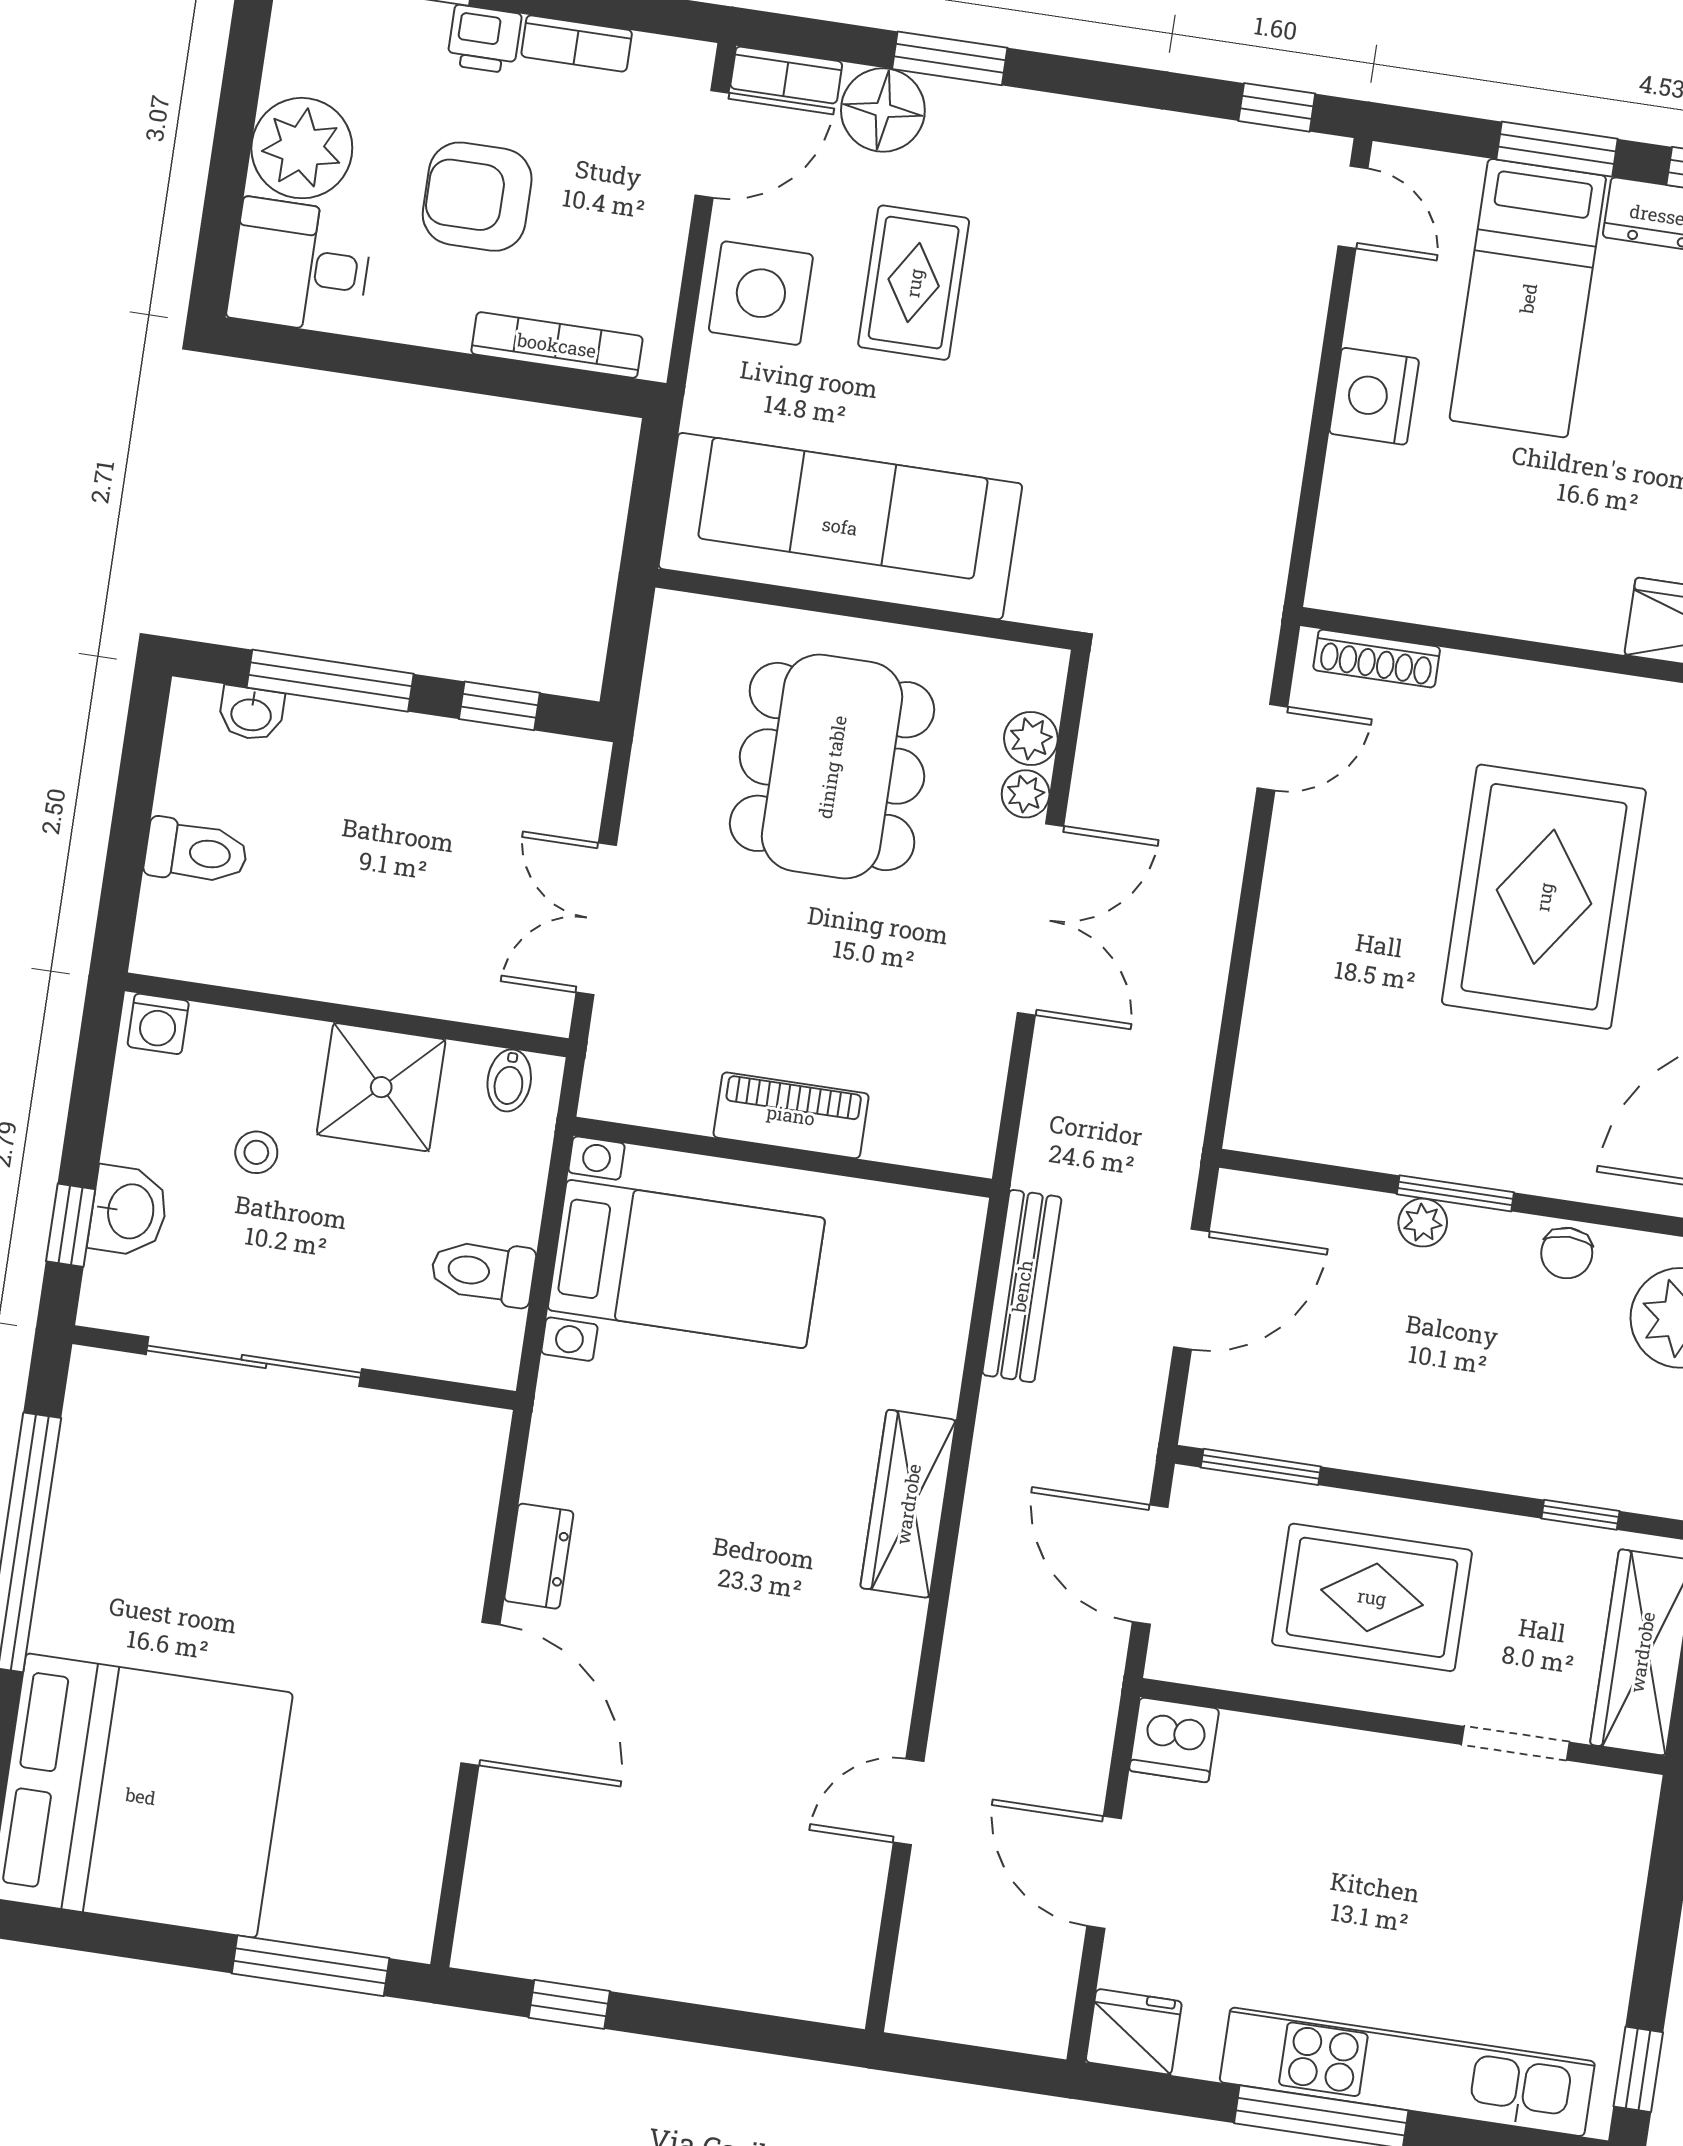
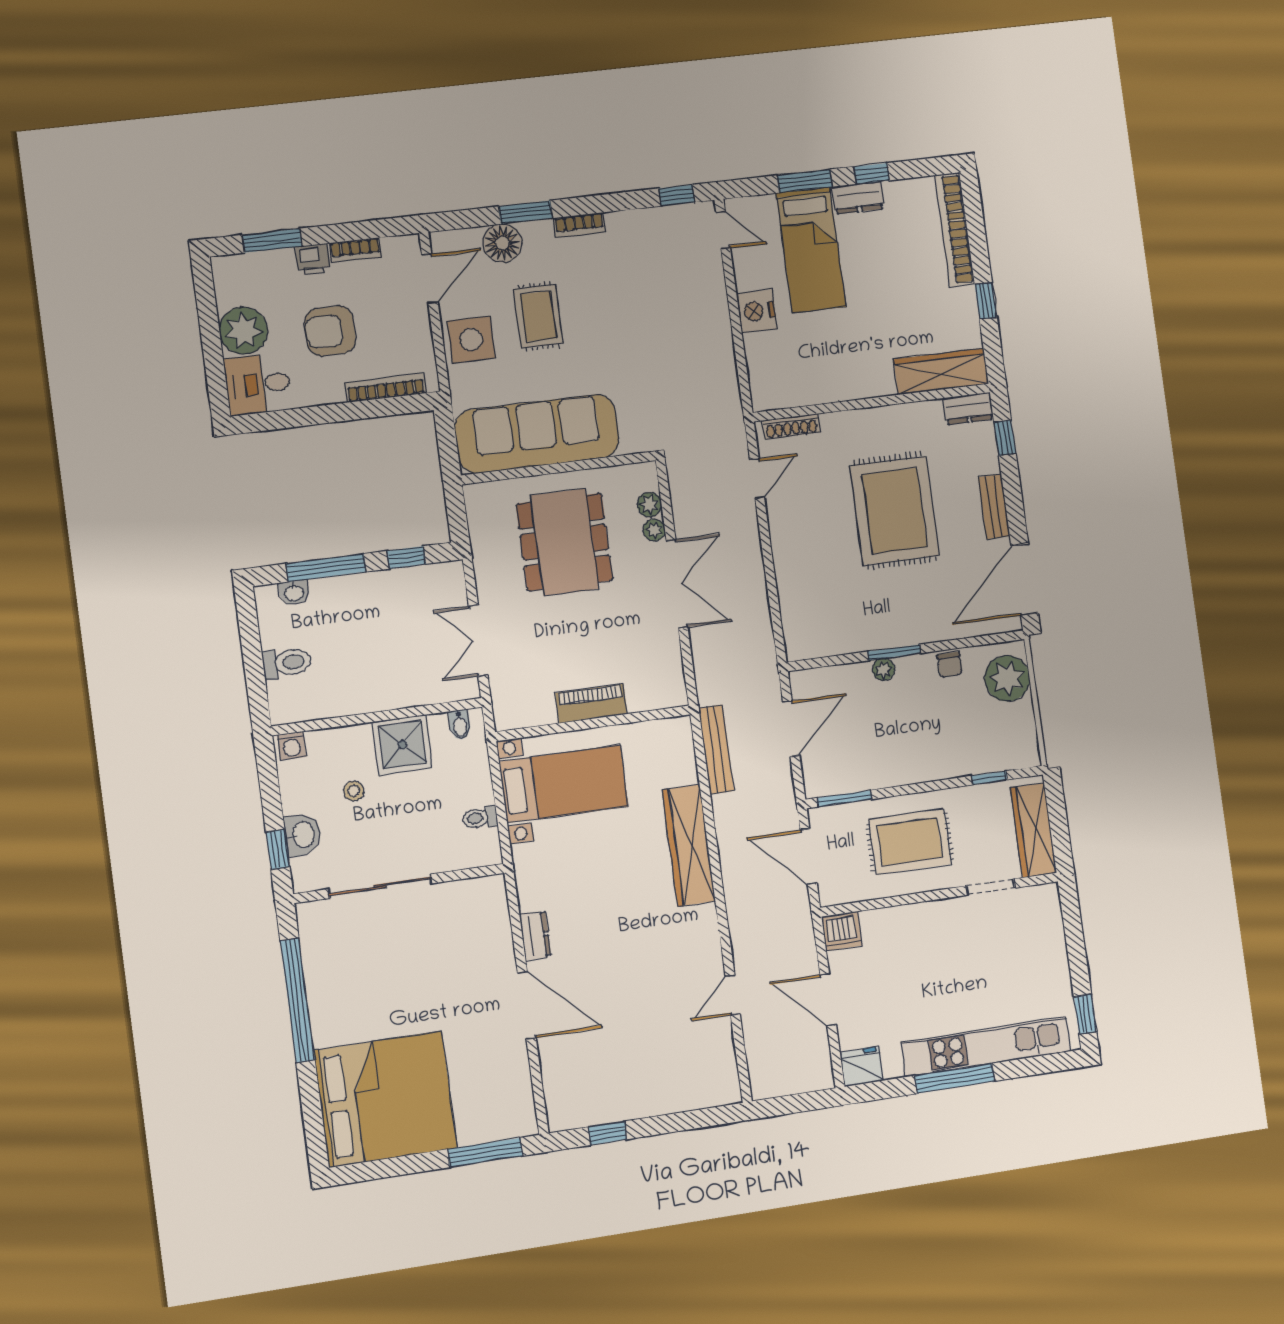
bookcase: (786, 75) -> (579, 225), moved
toilet: (483, 1272) -> (480, 818), width x0.73, depth x0.72
wardrobe: (908, 1504) -> (689, 845), width x1.40, depth x1.17

